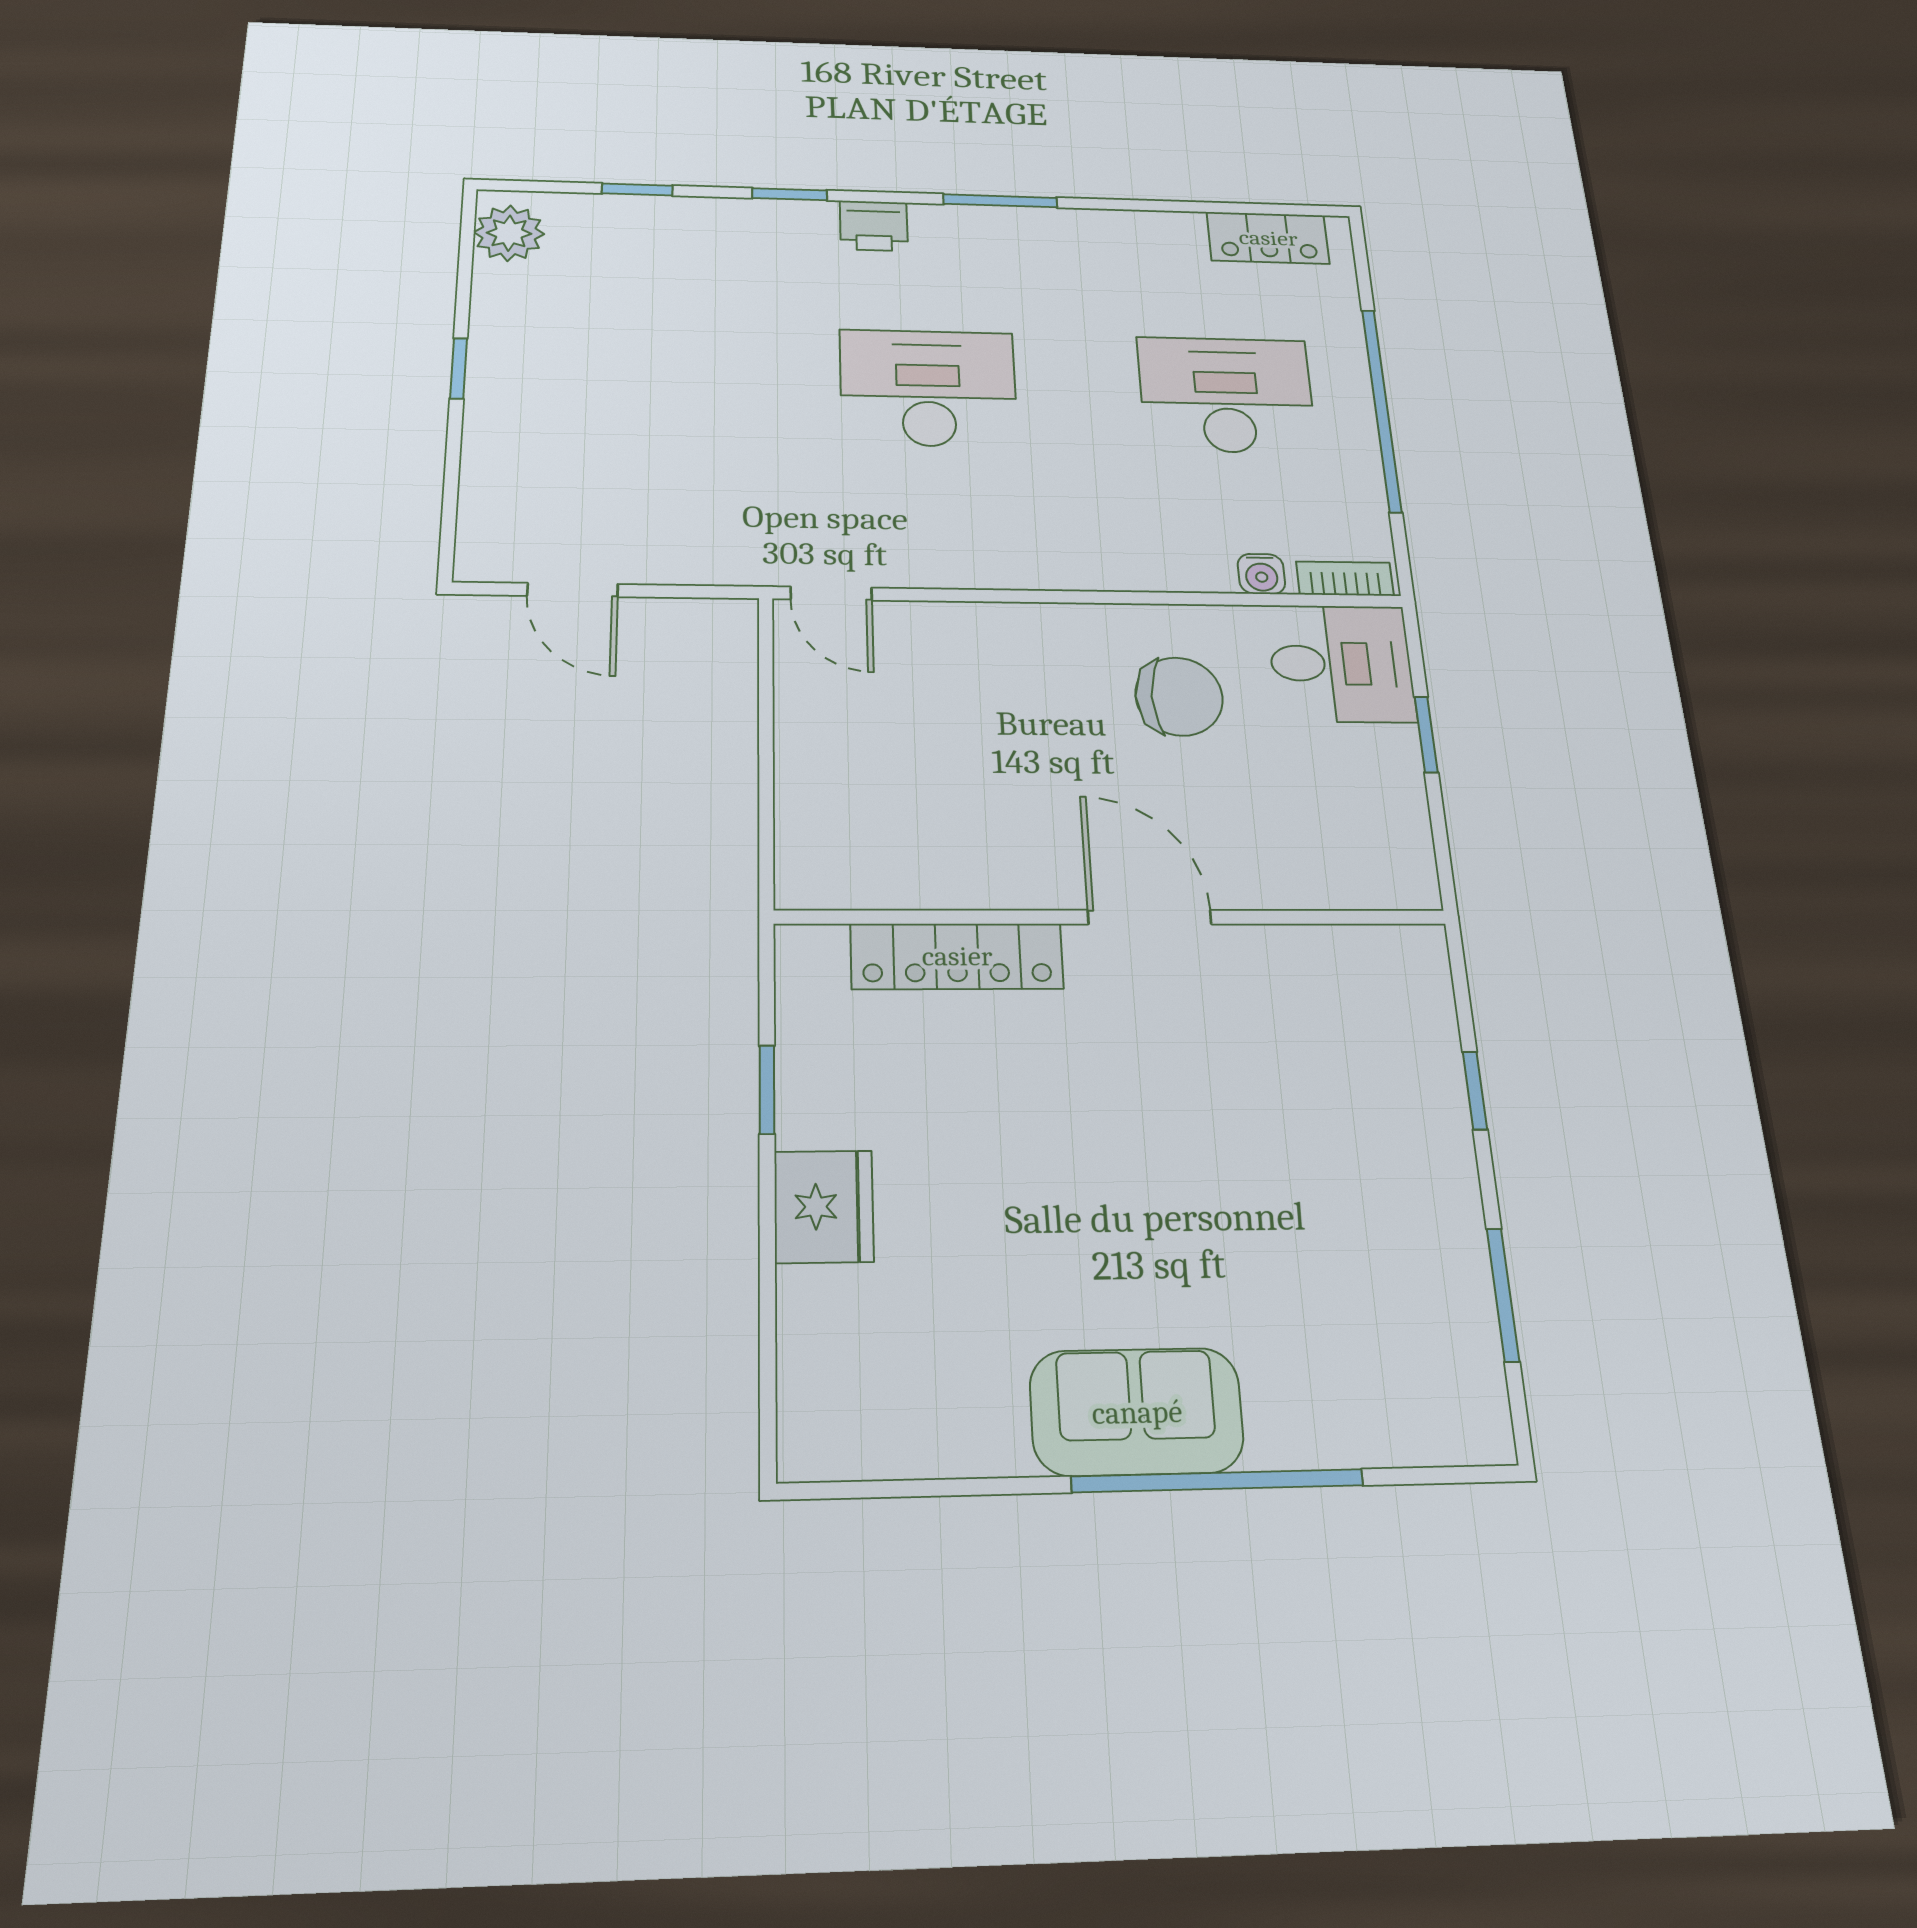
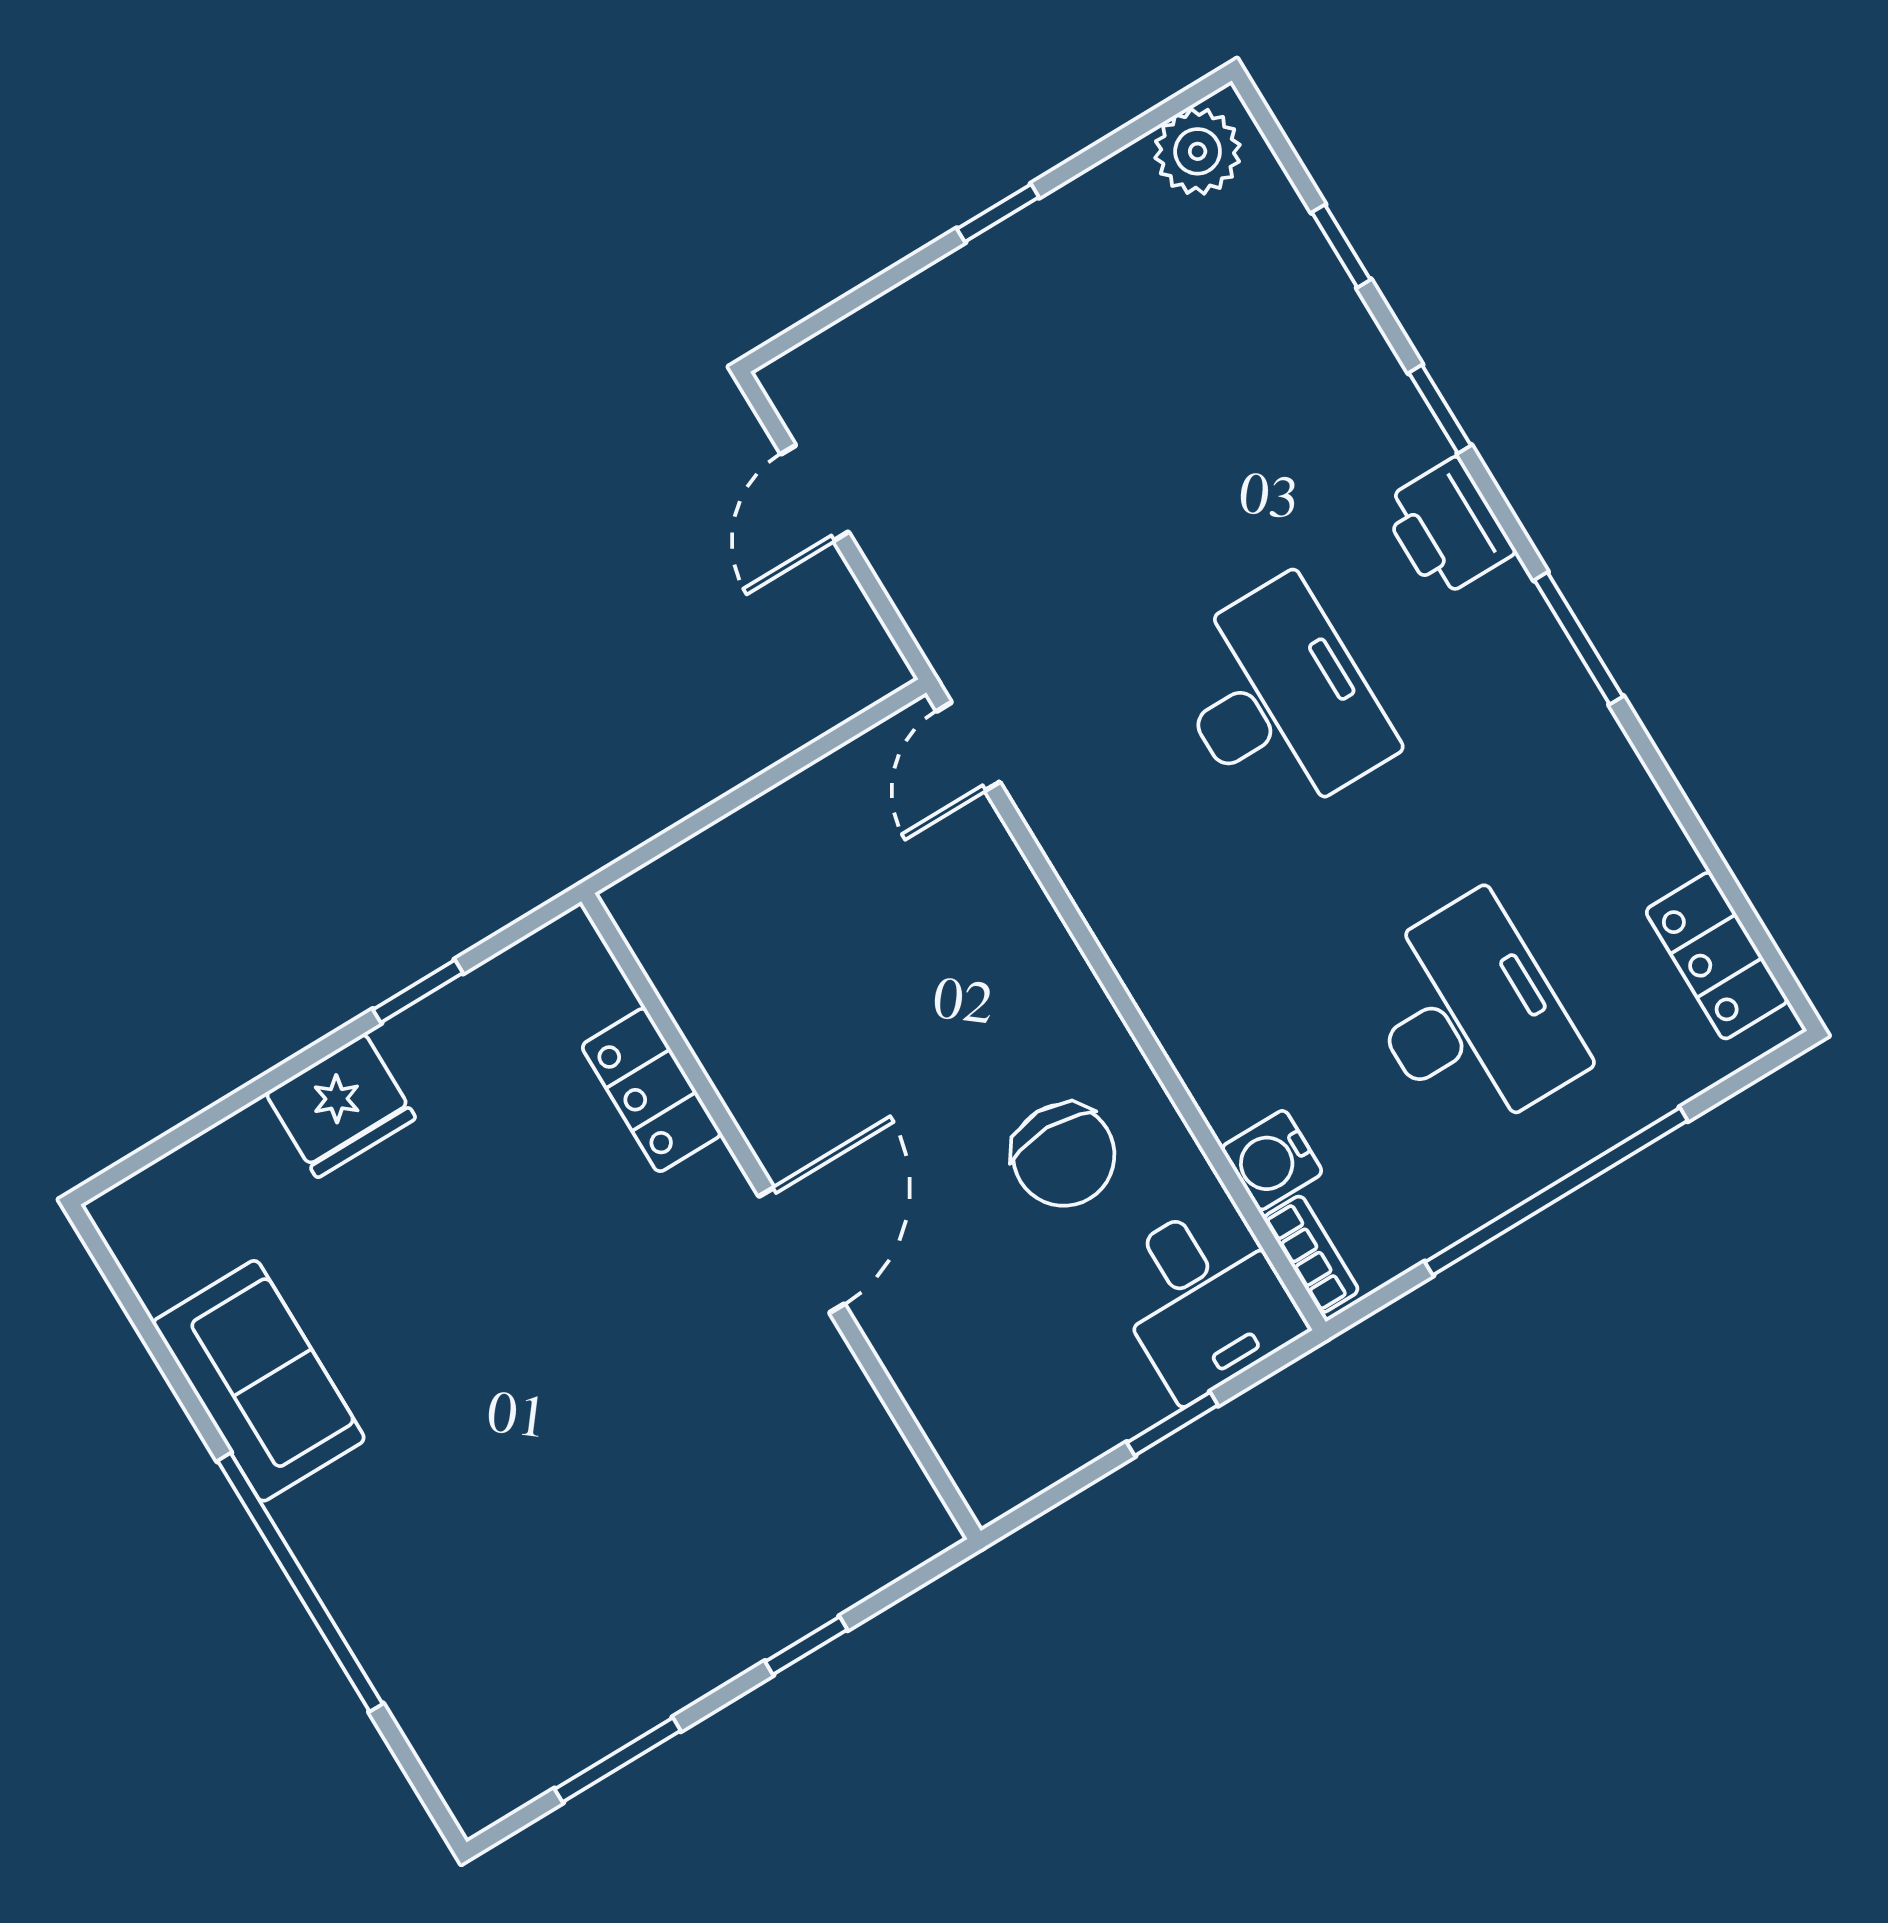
printer: (874, 226) -> (1447, 528), width x1.36, depth x1.24
water cooler: (1261, 574) -> (1272, 1160), width x1.38, depth x1.38
locker: (957, 956) -> (651, 1090), width x0.66
sofa: (1137, 1412) -> (259, 1381), moved

